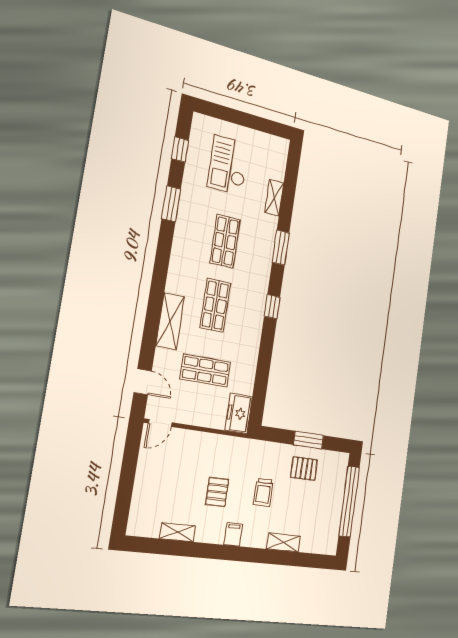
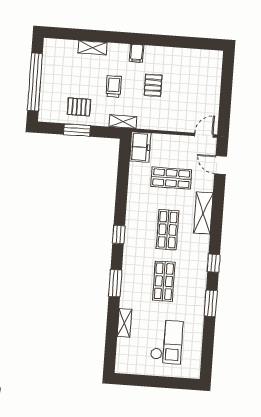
window: (180, 149) -> (214, 263), moved
shelving: (177, 532) -> (123, 122), moved

